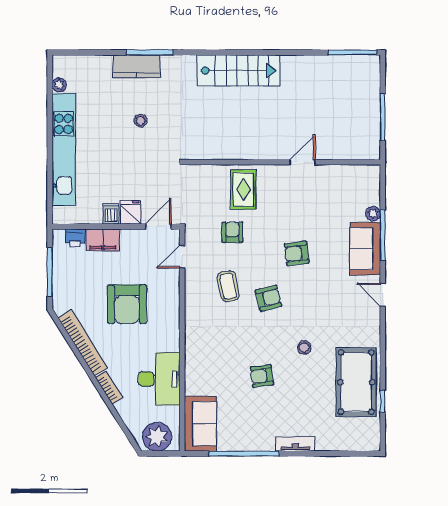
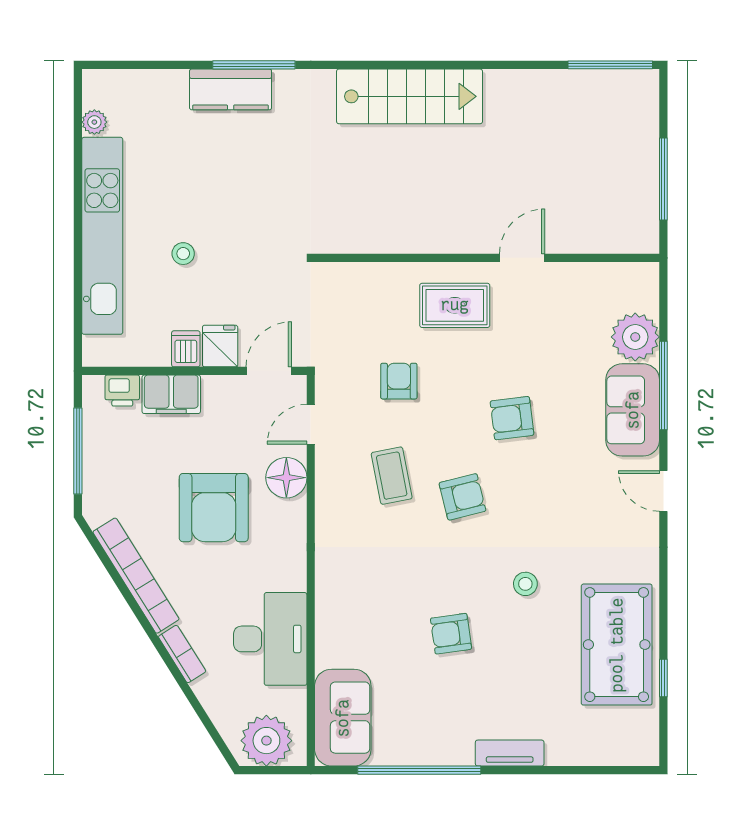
stool: (141, 121) -> (183, 254), moved
rug: (243, 190) -> (455, 305), moved, turned 90
plant: (373, 214) -> (635, 337), width x1.88, depth x1.88
floor lamp: (168, 287) -> (286, 478), added

